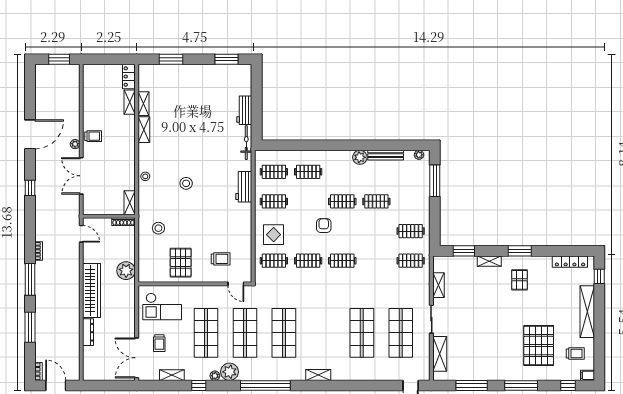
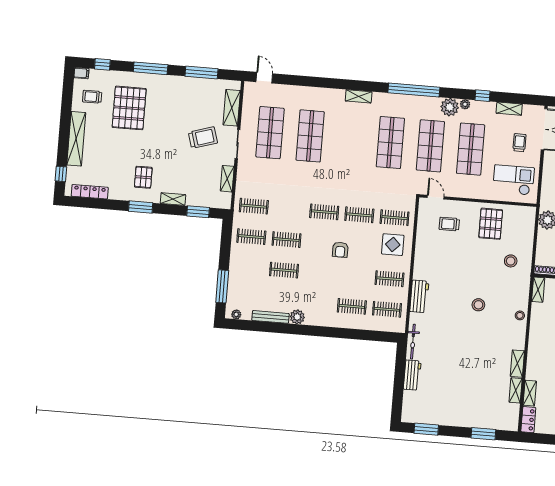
clothes rail: (342, 201) -> (286, 240), moved
trolley: (465, 323) -> (203, 138), added

